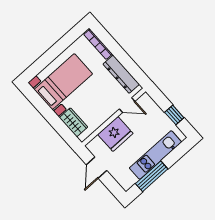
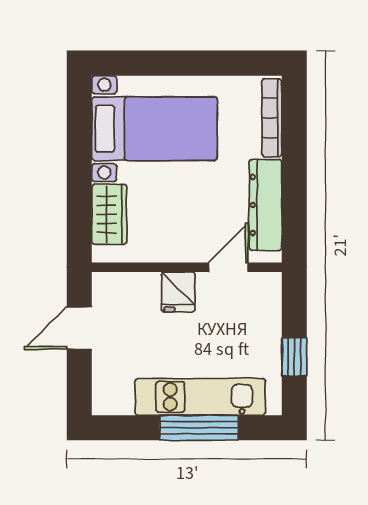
door: (127, 105) -> (228, 267), swing flipped
fridge: (115, 134) -> (178, 292), width x0.53, depth x0.75
window: (152, 176) -> (199, 428), moved

